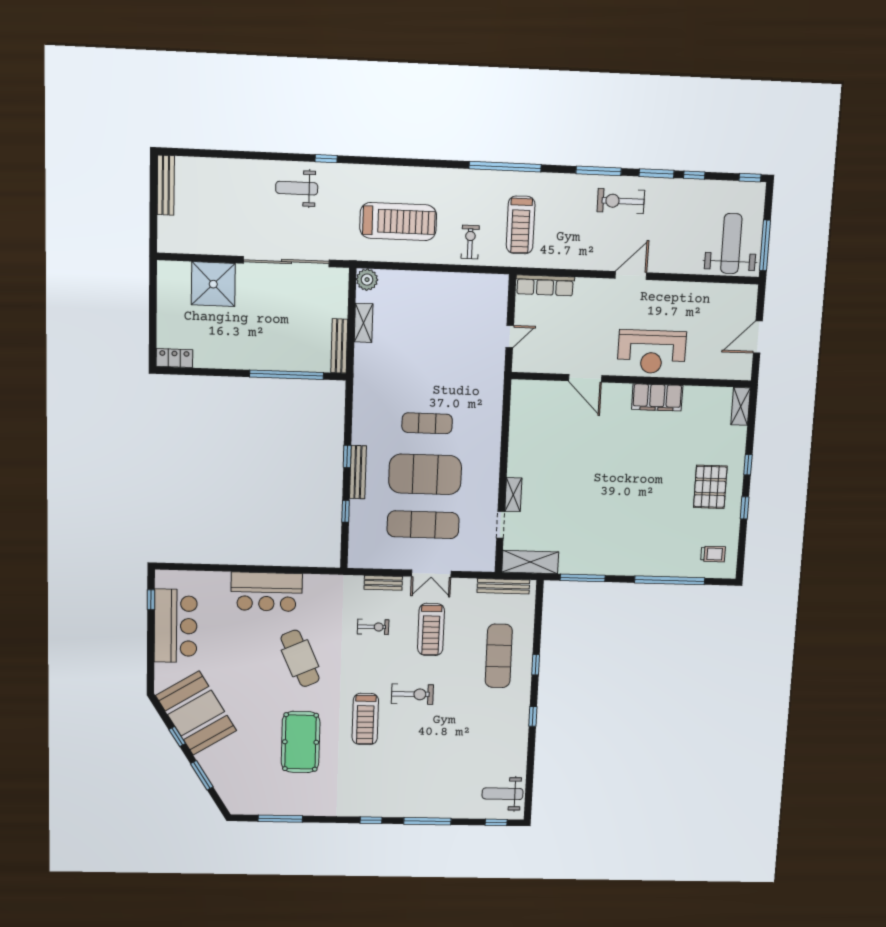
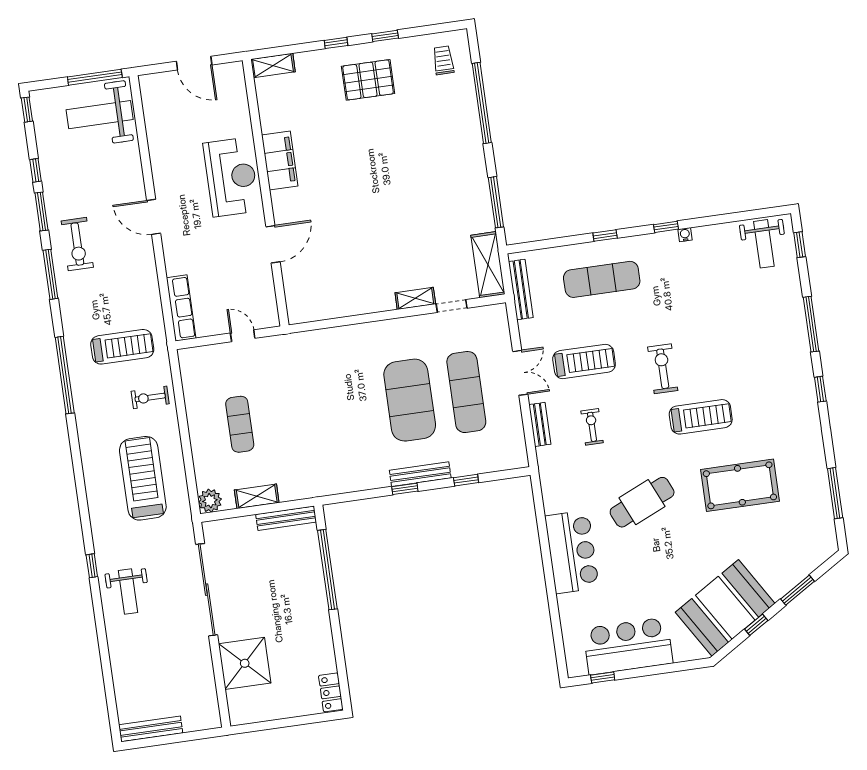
exercise mat: (427, 423) -> (240, 424), moved
water cooler: (523, 731) -> (685, 235), added

